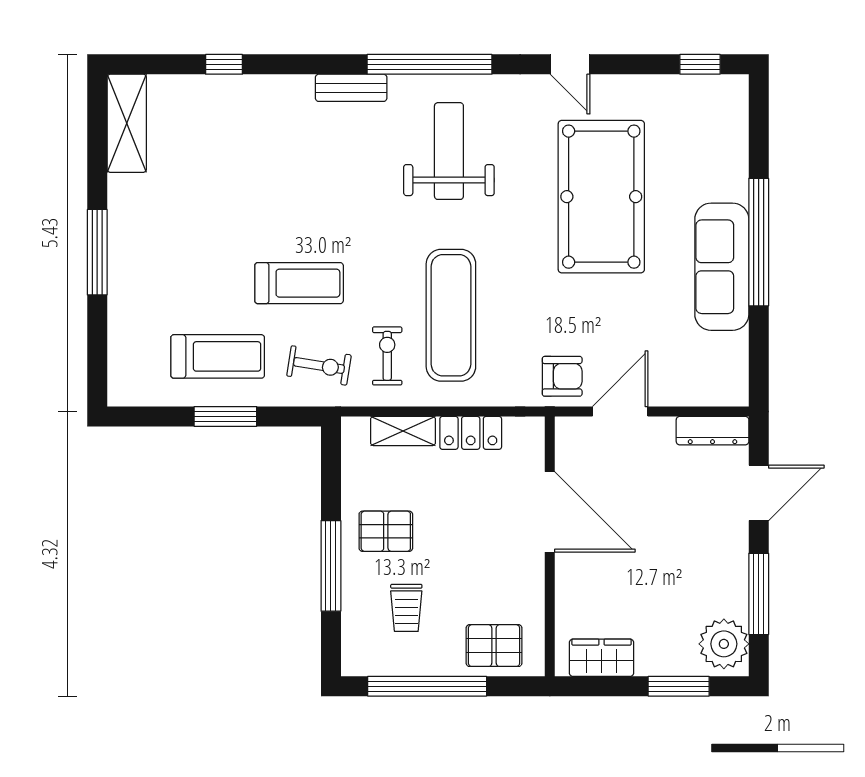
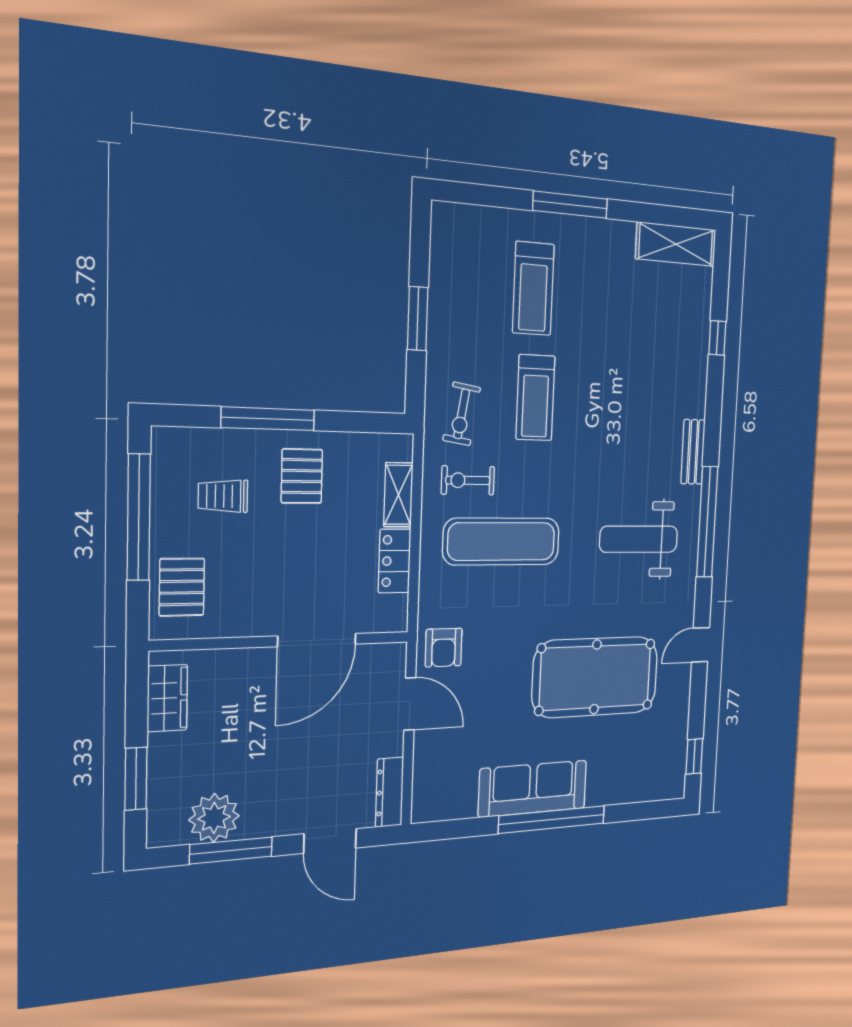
weight bench: (449, 151) -> (639, 539), turned 180
treadmill: (218, 356) -> (533, 289), moved
exercise bike: (387, 356) -> (468, 480), turned 180
plant: (724, 644) -> (214, 818), moved

